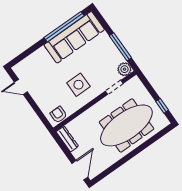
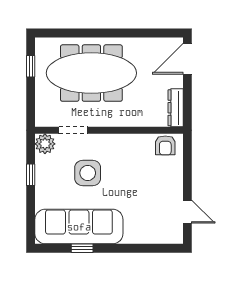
window: (64, 27) -> (82, 248), width x0.32
window: (120, 47) -> (31, 175), width x0.46
side table: (78, 85) -> (88, 173), moved

